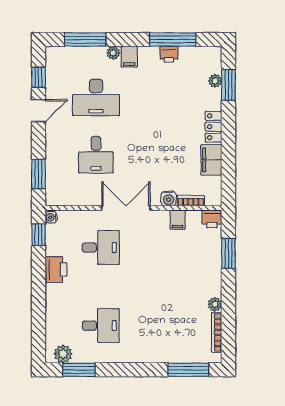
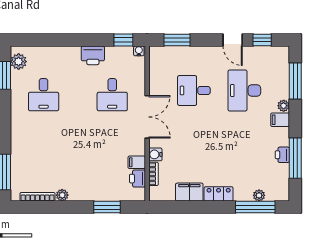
window: (228, 85) -> (255, 207), width x1.44
printer: (212, 219) -> (137, 179), moved

